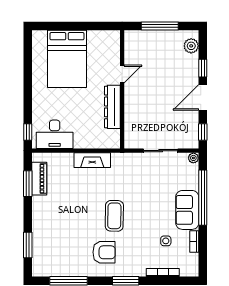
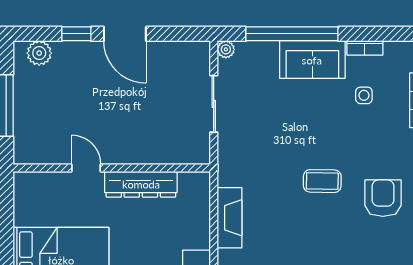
window: (203, 132) -> (183, 34), removed
coffee table: (114, 216) -> (322, 181), width x0.73, depth x0.77

